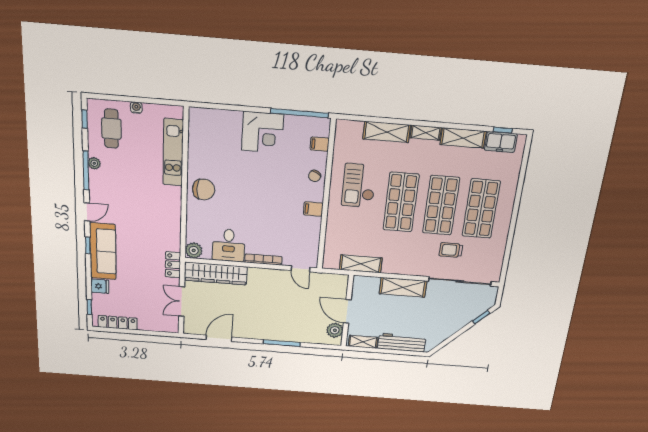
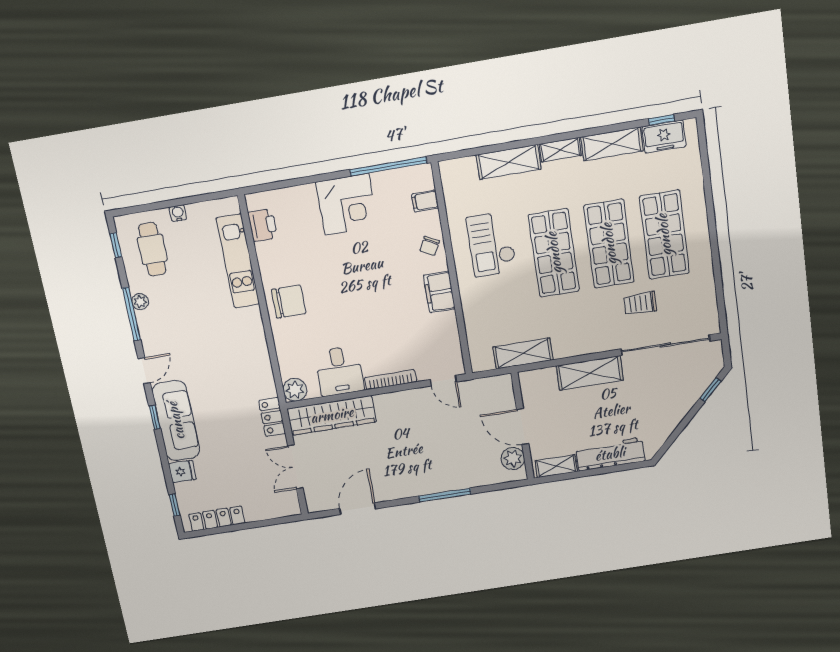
printer: (197, 132) -> (263, 225), added
filing cabinet: (313, 209) -> (439, 292), width x2.00

